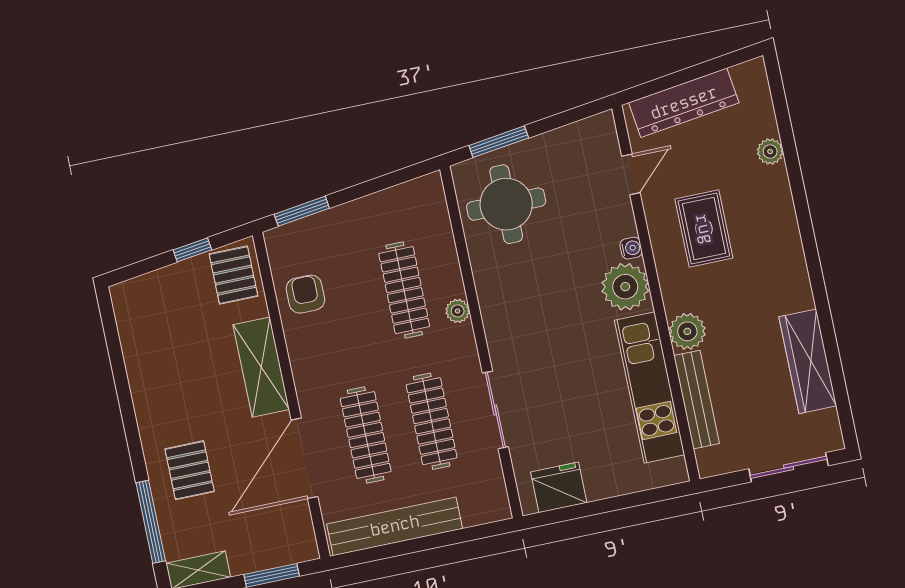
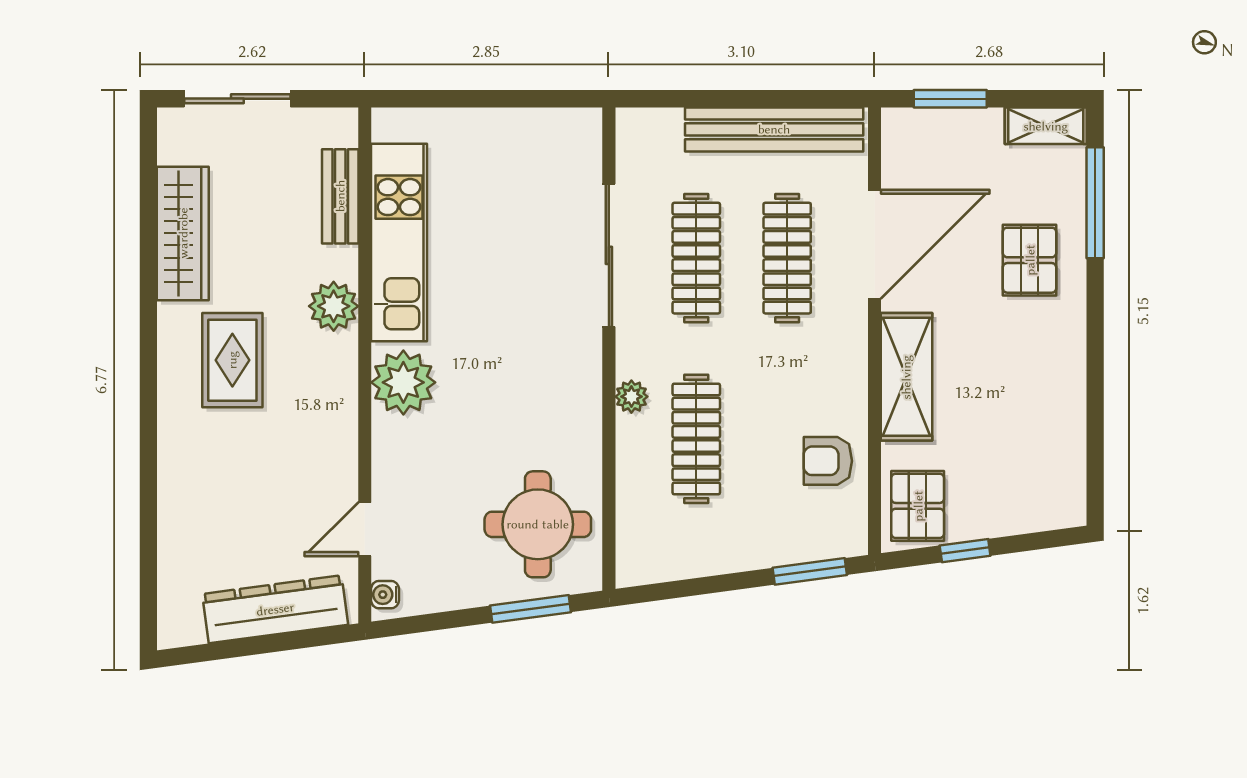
plant: (770, 152) -> (175, 521), removed
rug: (704, 229) -> (232, 360), moved
water cooler: (631, 248) -> (385, 595), moved
armchair: (305, 294) -> (828, 461), turned 90
bench: (697, 400) -> (340, 196), width x0.73
sliding door: (495, 410) -> (609, 255), width x1.37
fridge: (559, 487) -> (547, 136), removed

